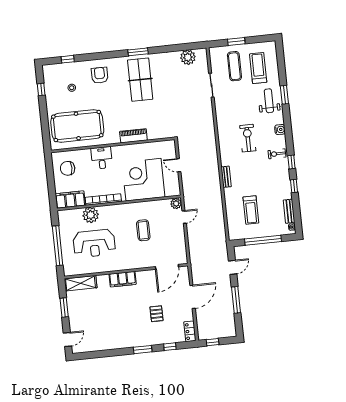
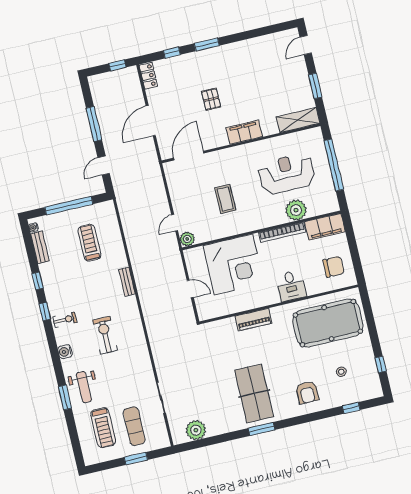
exercise bike: (248, 138) -> (105, 335), turned 180
pallet: (156, 314) -> (211, 99), moved

